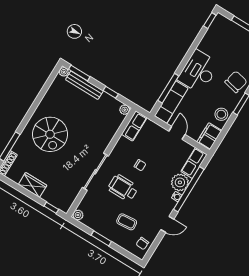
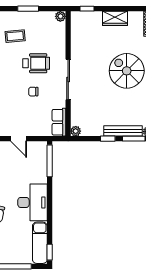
window: (168, 88) -> (50, 161), moved
window: (111, 92) -> (108, 139), moved
exam couch: (171, 102) -> (40, 243), moved
sliding door: (95, 172) -> (68, 80), moved

